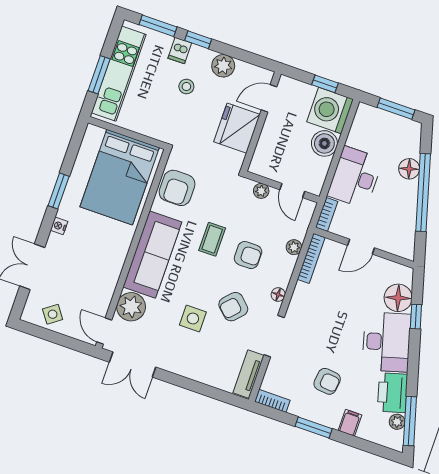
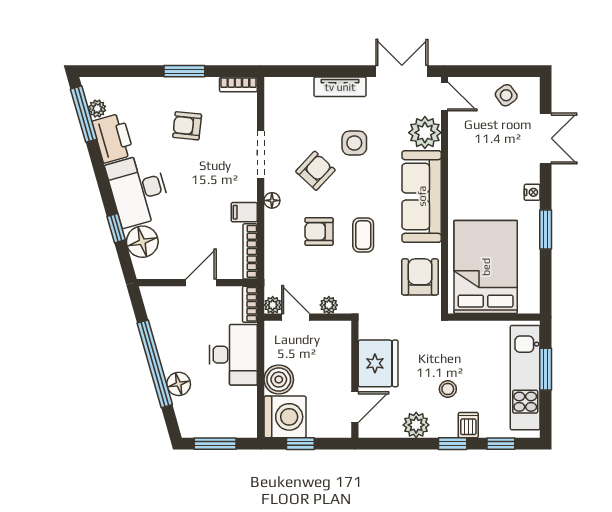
window: (158, 26) -> (501, 444), width x0.67
plant: (294, 247) -> (273, 305), moved
tv unit: (249, 374) -> (340, 87), moved, turned 90
filing cabinet: (350, 423) -> (244, 212), moved, turned 90

